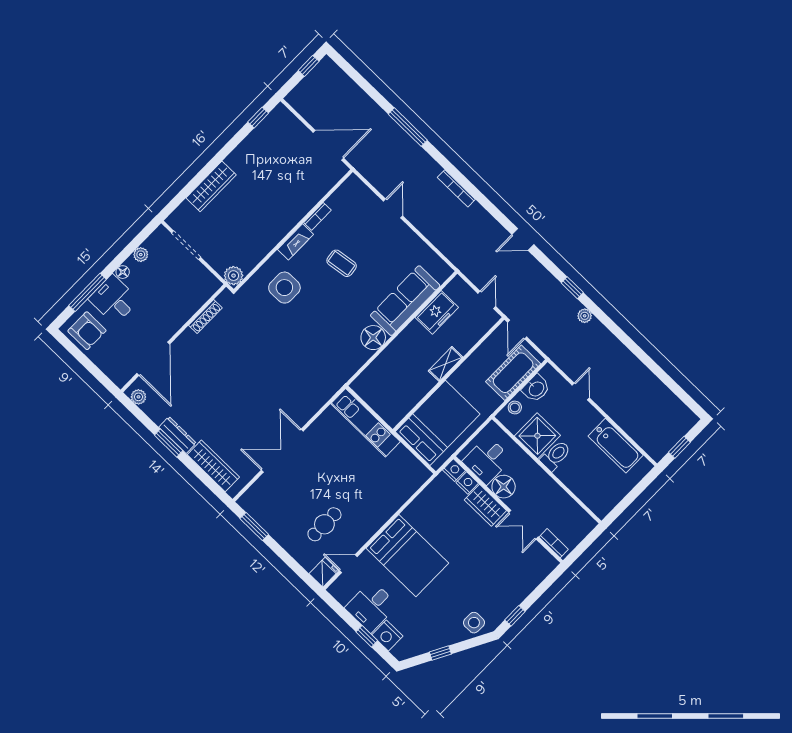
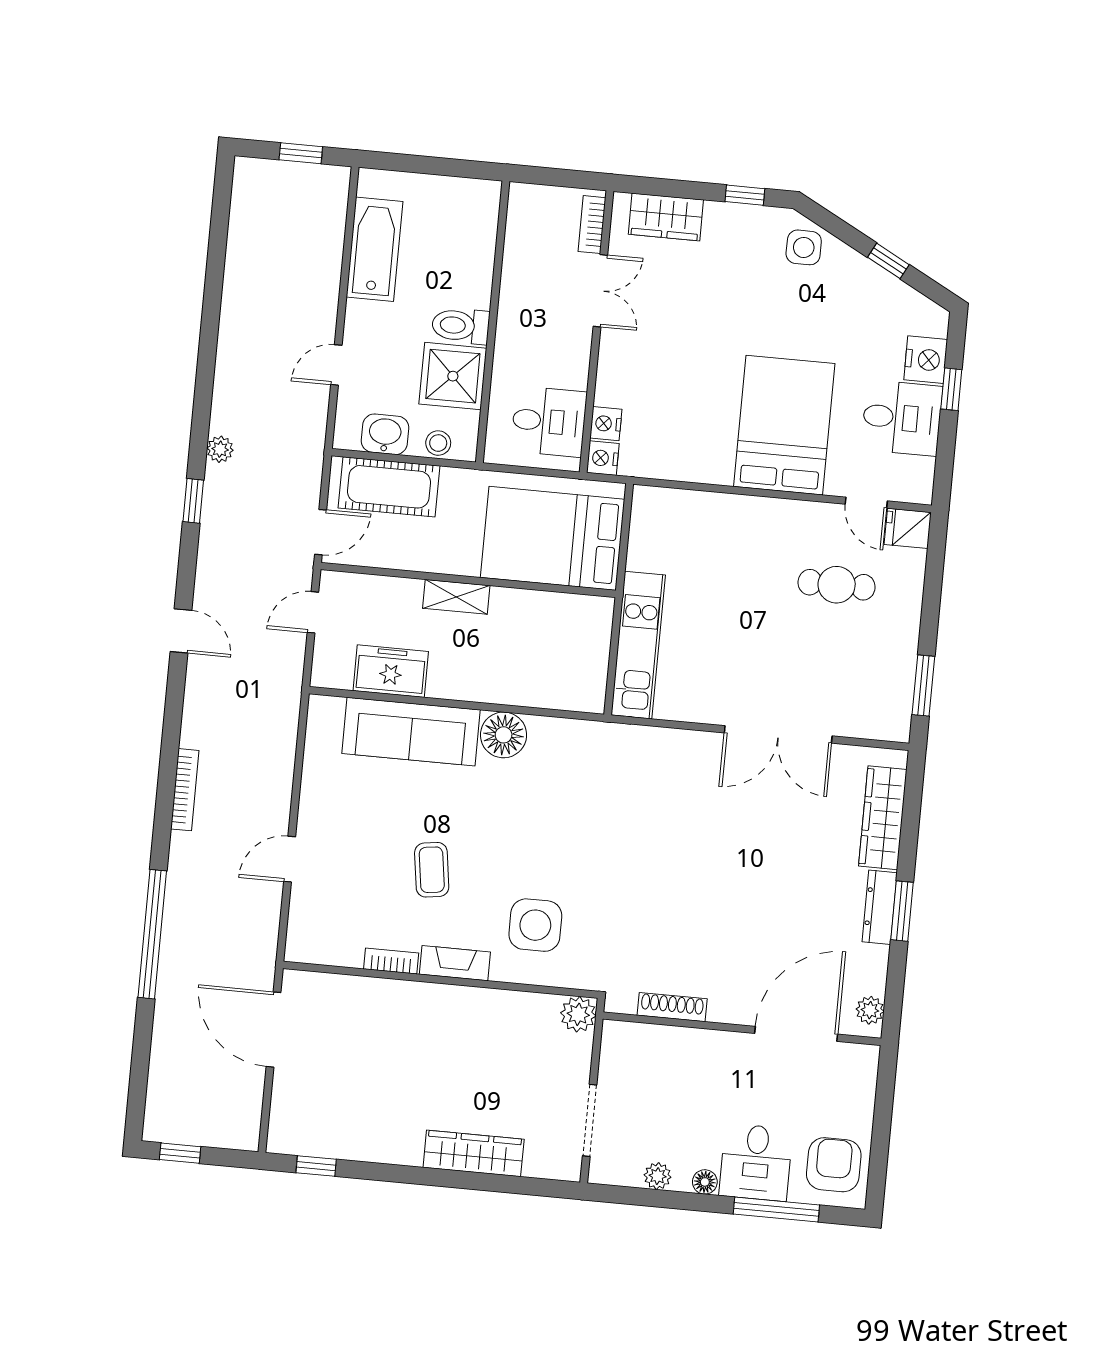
window: (408, 127) -> (152, 934), width x1.46
floor lamp: (504, 487) -> (568, 366), removed
wardrobe: (485, 505) -> (666, 217), moved, turned 90

